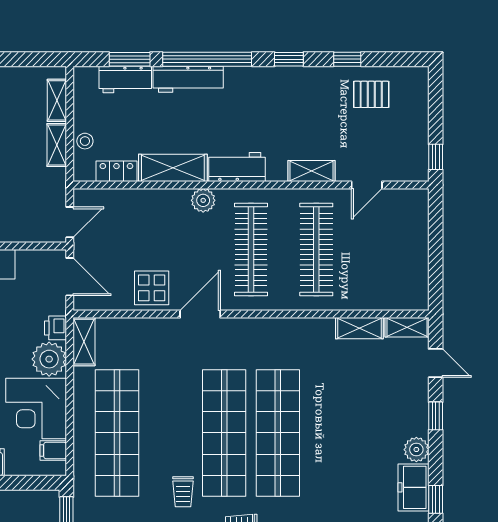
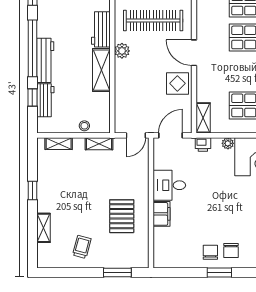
window: (130, 59) -> (32, 97), width x0.67
shelving: (57, 145) -> (99, 144), moved
locker: (116, 171) -> (104, 106), removed
door: (70, 222) -> (136, 135), swing flipped
shelving: (84, 342) -> (203, 118), moved, turned 90
plant: (49, 359) -> (228, 143), width x0.53, depth x0.53

